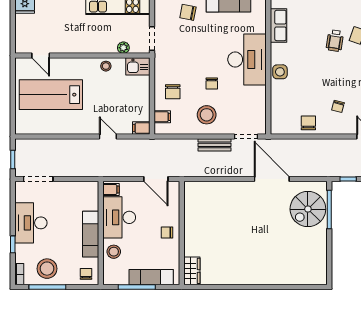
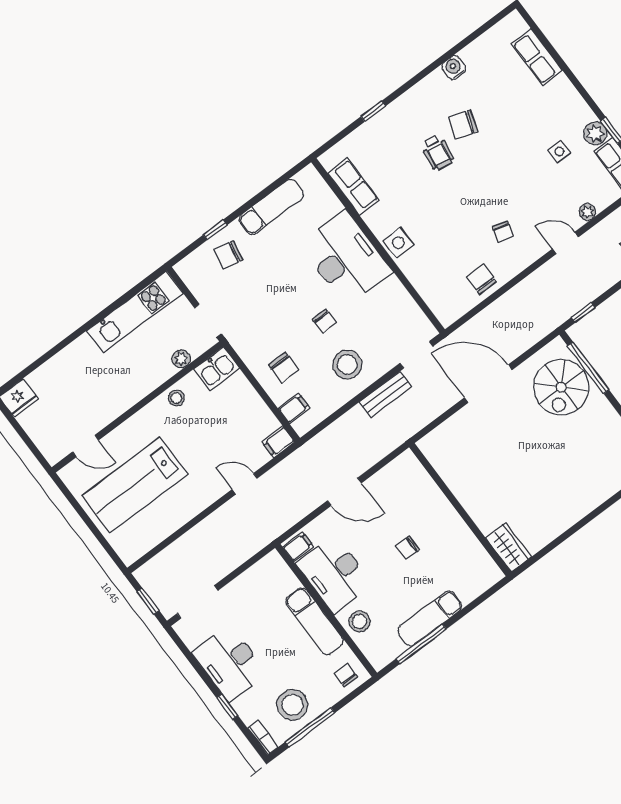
wall: (182, 233) -> (460, 510), moved
wardrobe: (192, 271) -> (508, 547), moved

